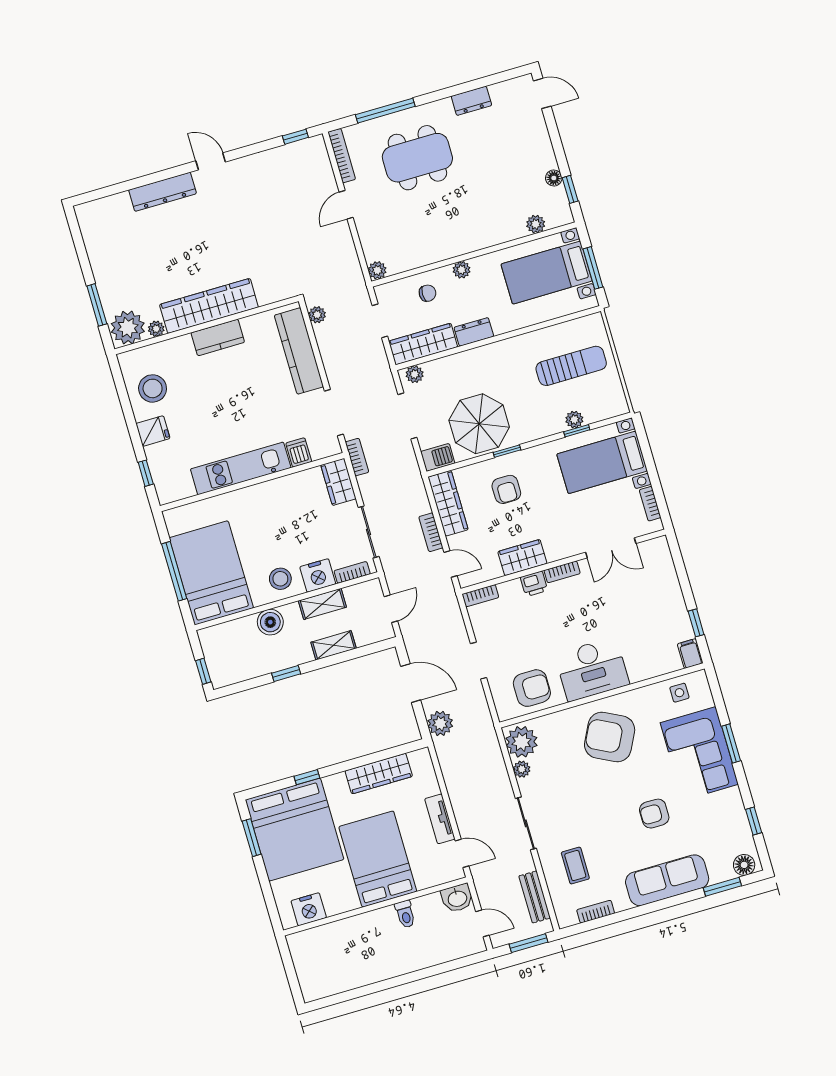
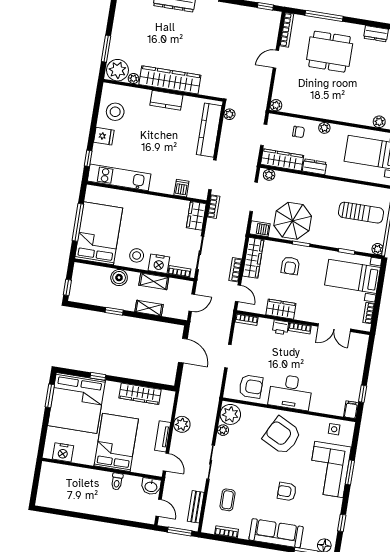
plant: (574, 420) -> (378, 249), moved
kitchen unit: (241, 468) -> (119, 177), moved
plant: (440, 723) -> (182, 424), moved

